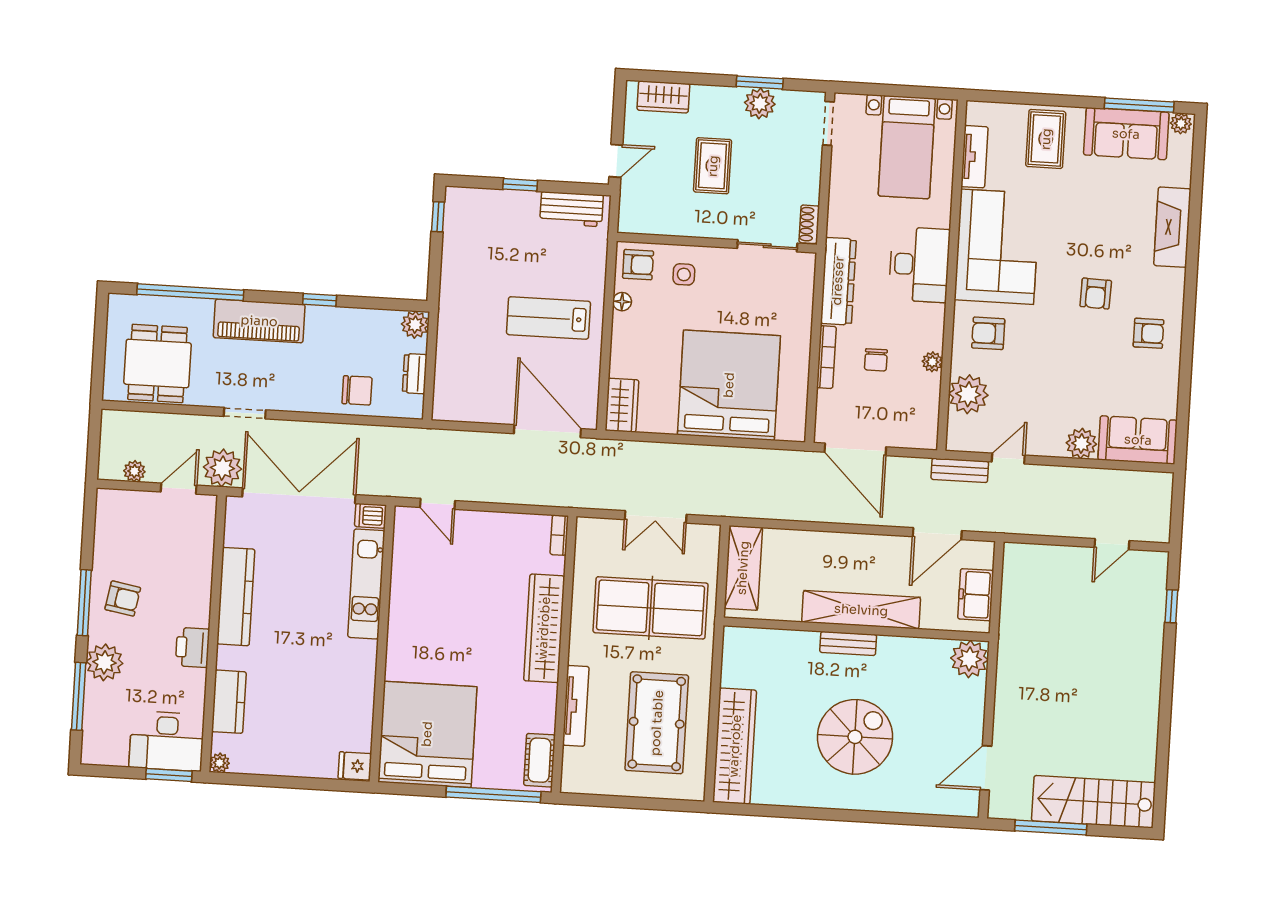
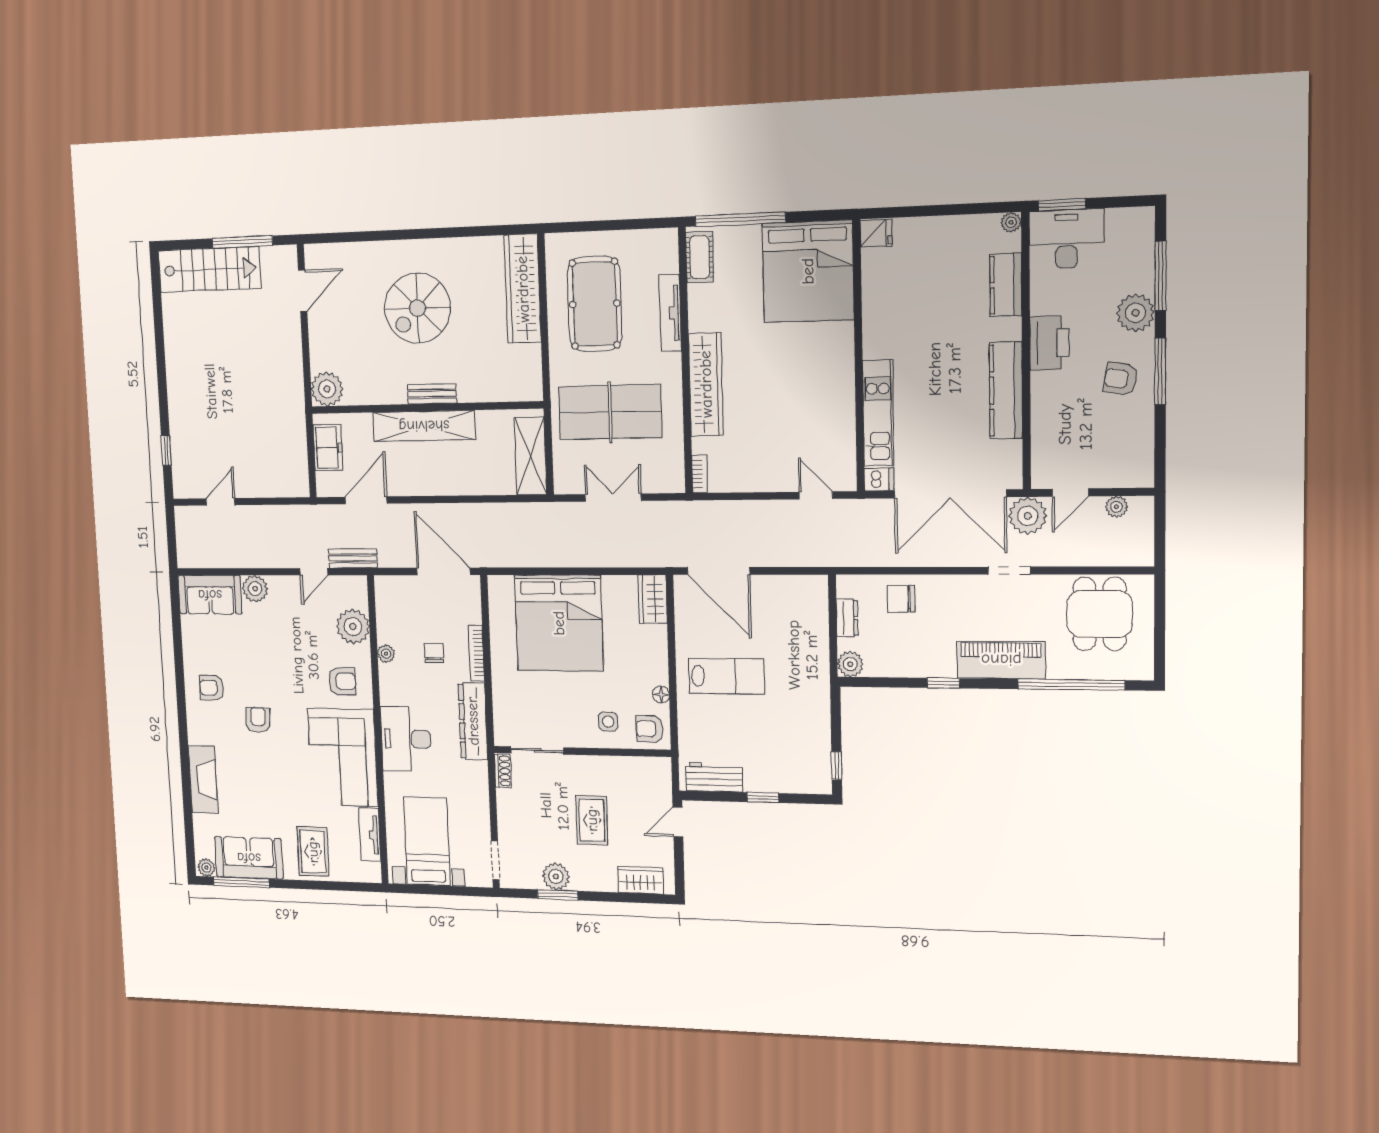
printer: (193, 647) -> (1049, 343), width x1.37, depth x1.19

